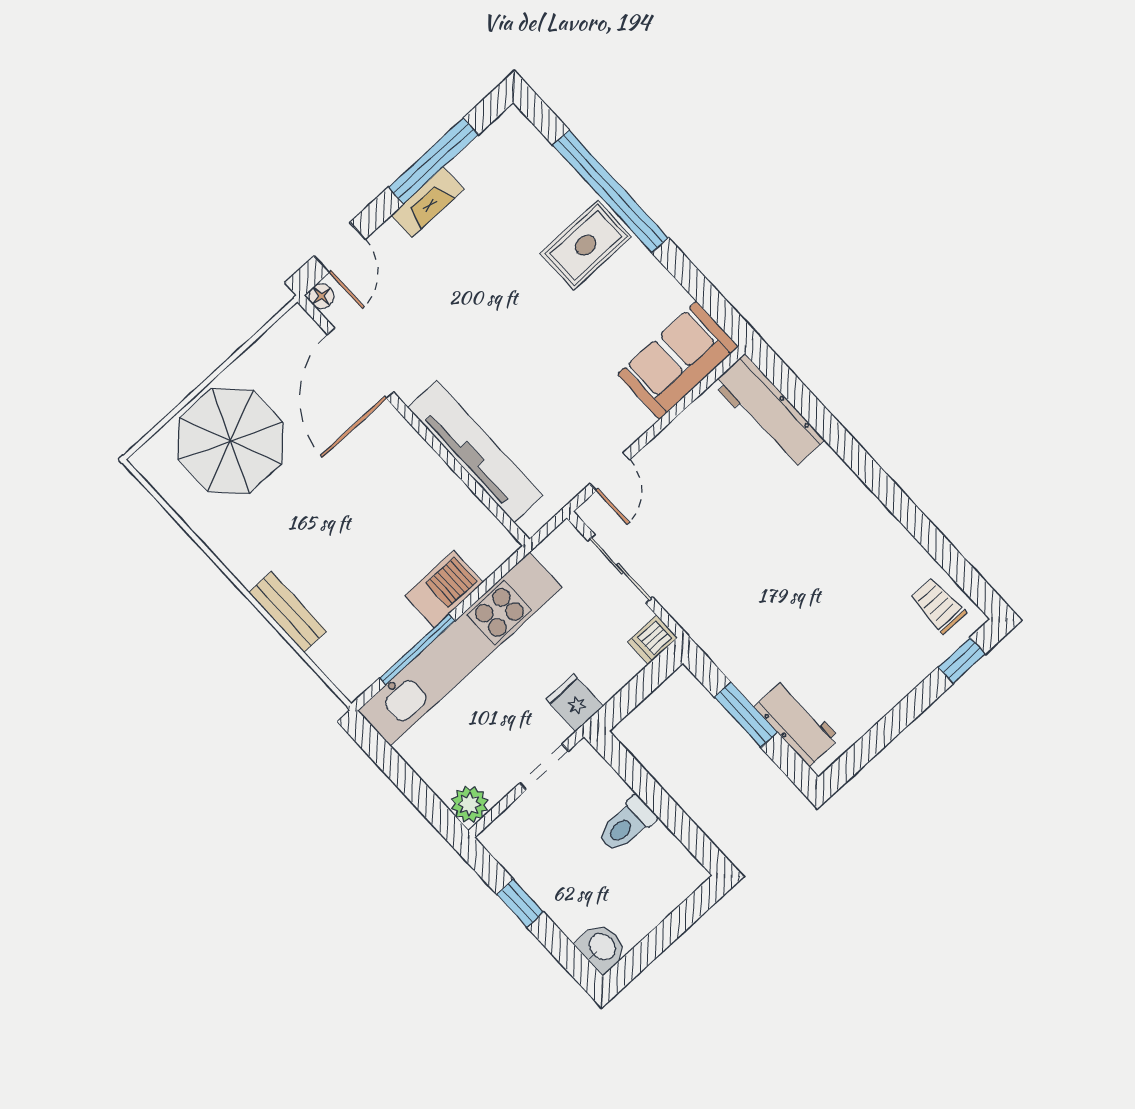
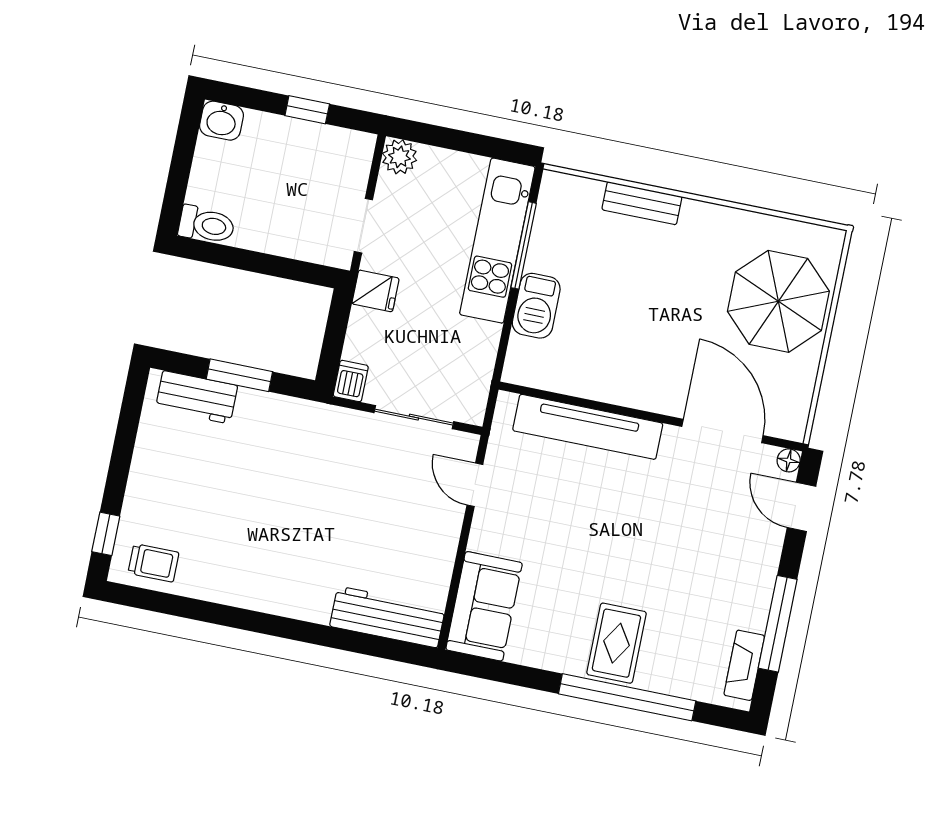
fireplace: (427, 202) -> (744, 665), moved
kitchen unit: (460, 649) -> (497, 241), width x0.73
toilet: (626, 825) -> (207, 225), moved, turned 90

